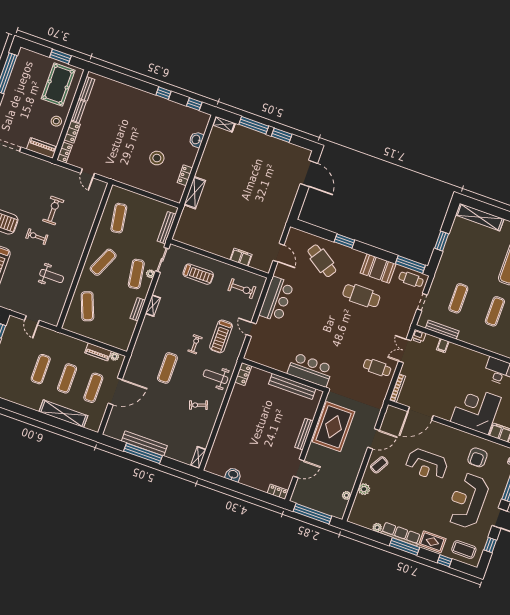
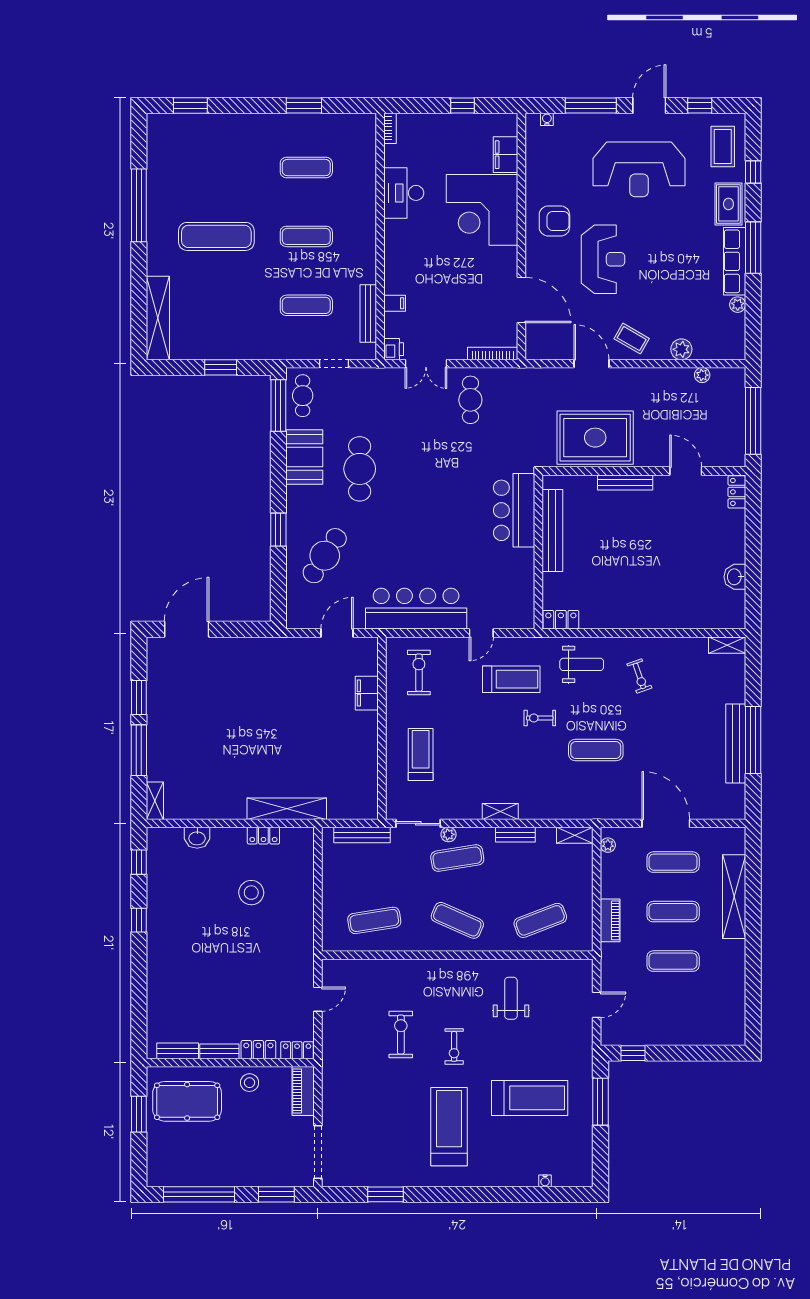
shelving: (195, 193) -> (287, 809), width x1.47
exercise bike: (53, 211) -> (401, 1035), turned 90
bar counter: (276, 299) -> (416, 609), width x1.36
shelving: (126, 341) -> (575, 835), added
piano: (98, 352) -> (610, 920), moved
weight bench: (216, 377) -> (582, 664), turned -90
armchair: (477, 457) -> (554, 221), moved

